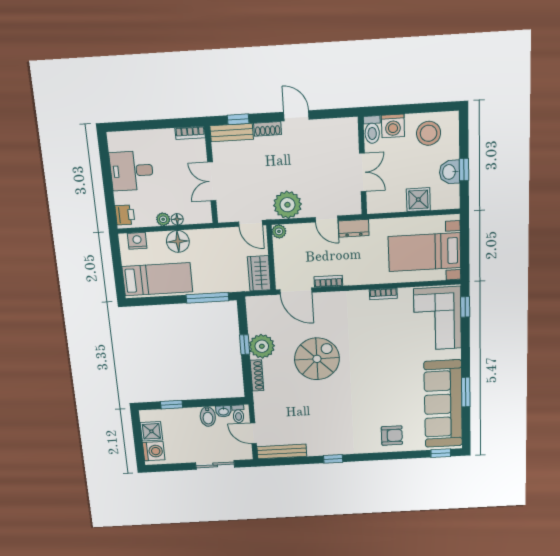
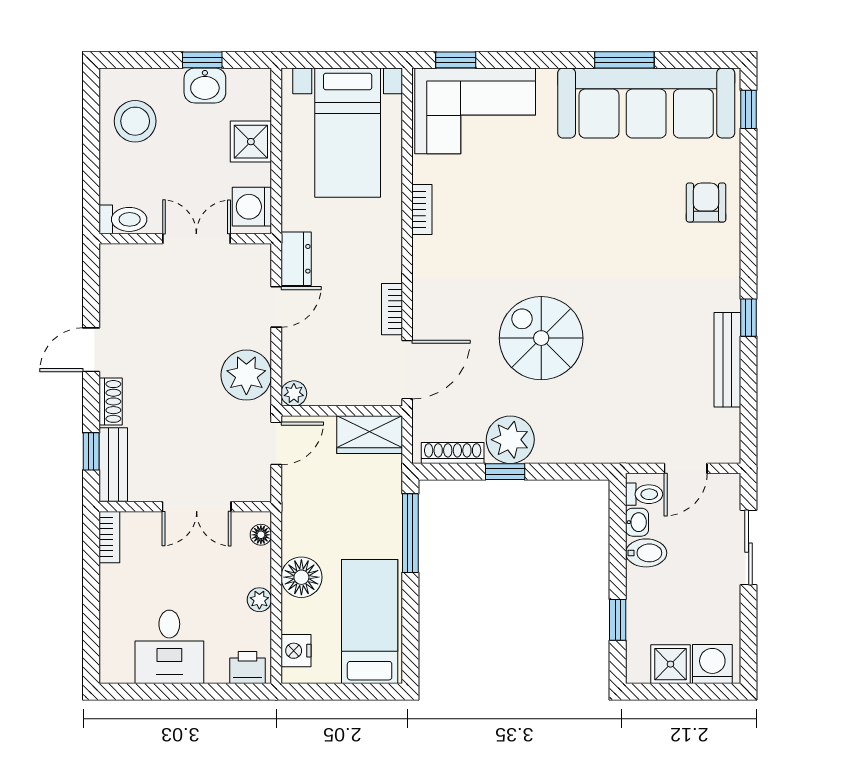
washing machine: (393, 126) -> (252, 207), moved, turned 180
floor lamp: (177, 219) -> (261, 535), moved
shoe rack: (257, 375) -> (453, 453), moved
bench: (282, 451) -> (727, 360), moved

